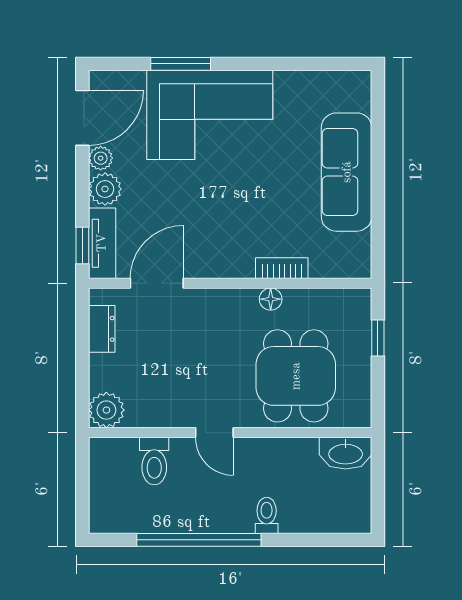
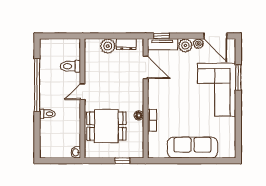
plant: (106, 410) -> (108, 46), moved
washbasin: (346, 453) -> (76, 152), width x0.52, depth x0.69

